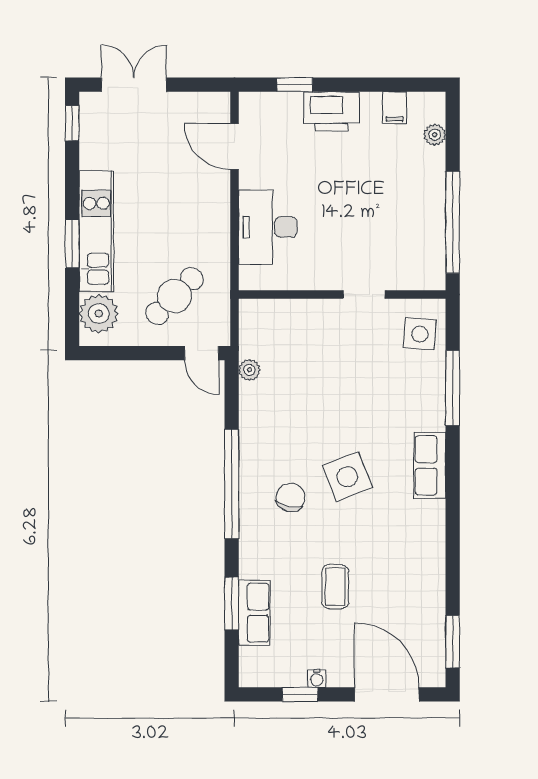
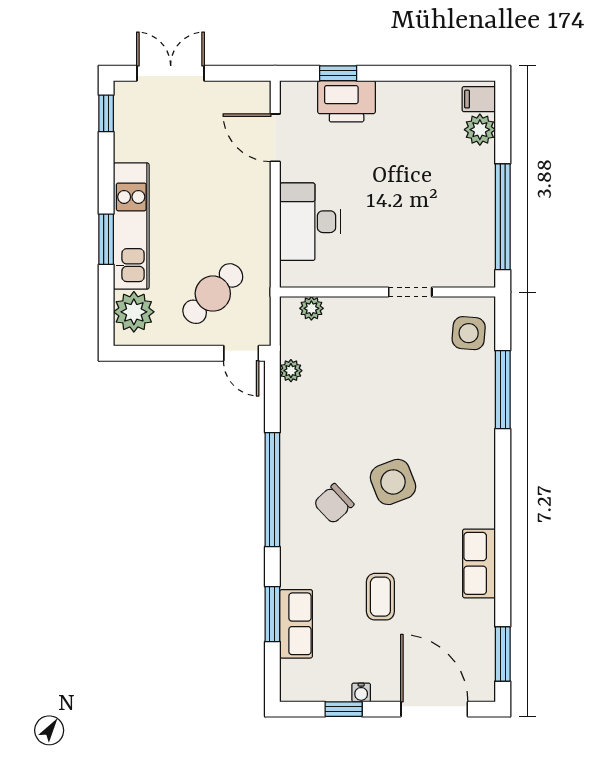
filing cabinet: (395, 108) -> (479, 99), moved, turned 90
printer: (332, 112) -> (347, 101), moved
plant: (435, 135) -> (480, 130), width x1.38, depth x1.38
plant: (269, 310) -> (311, 308), added
row of seats: (430, 465) -> (479, 563), moved
chair: (290, 497) -> (334, 504), turned -146

